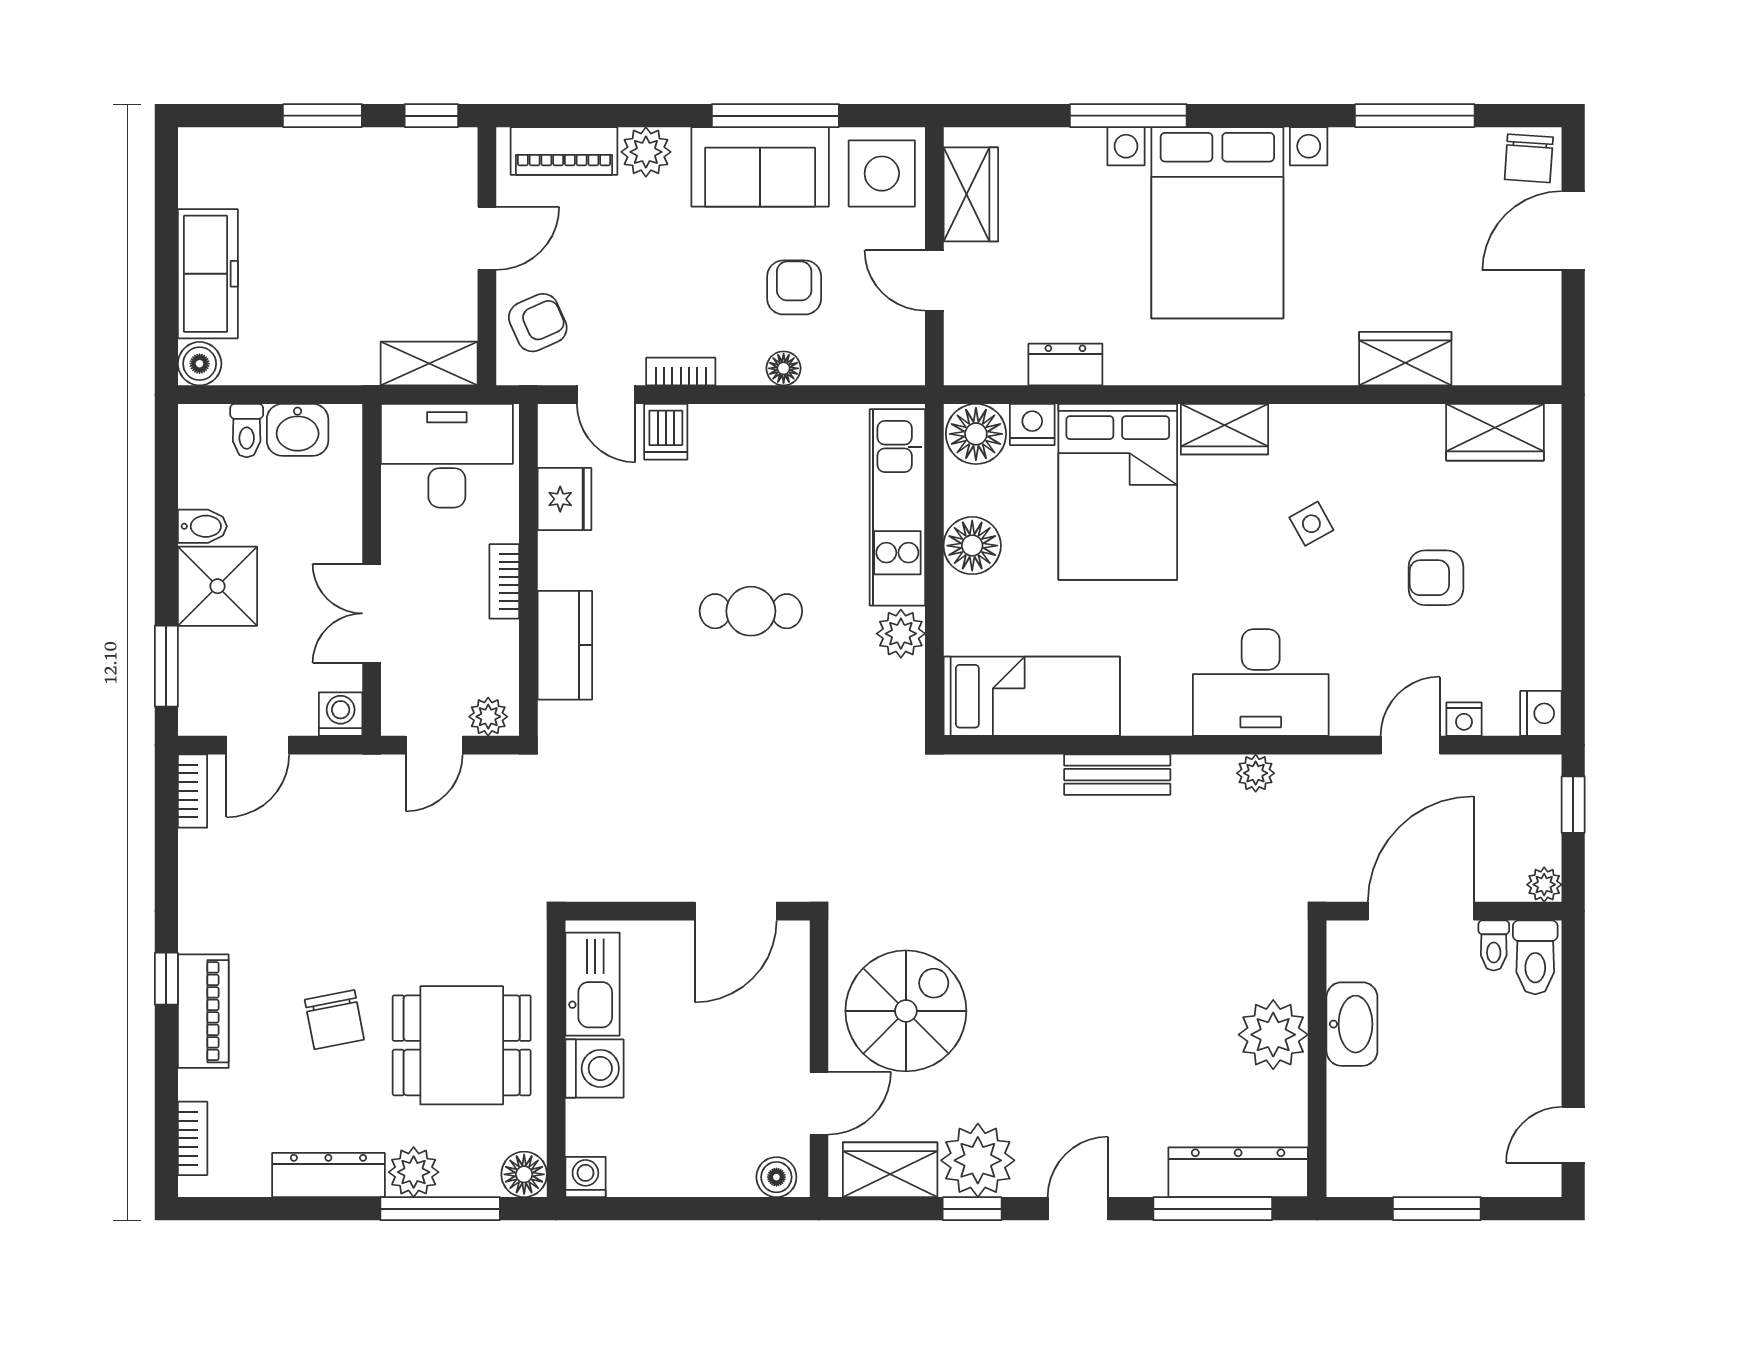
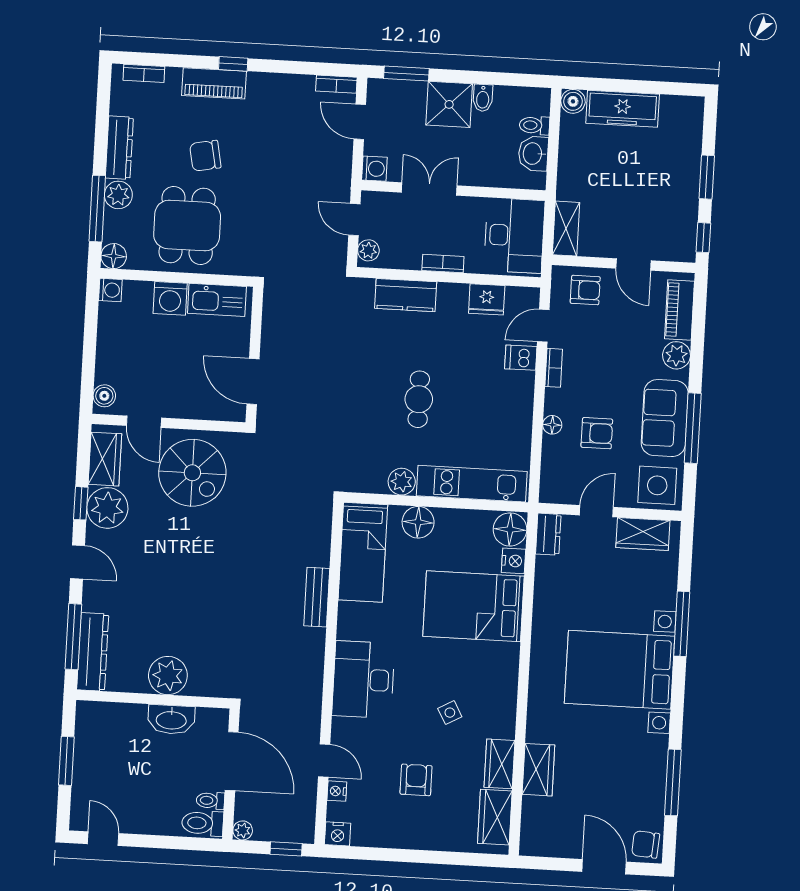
armchair: (538, 323) -> (585, 290), turned -66
dresser: (1065, 365) -> (548, 534), moved
wardrobe: (1225, 429) -> (500, 764), moved
floor lamp: (972, 546) -> (418, 522), moved
plant: (1256, 773) -> (313, 674), removed

